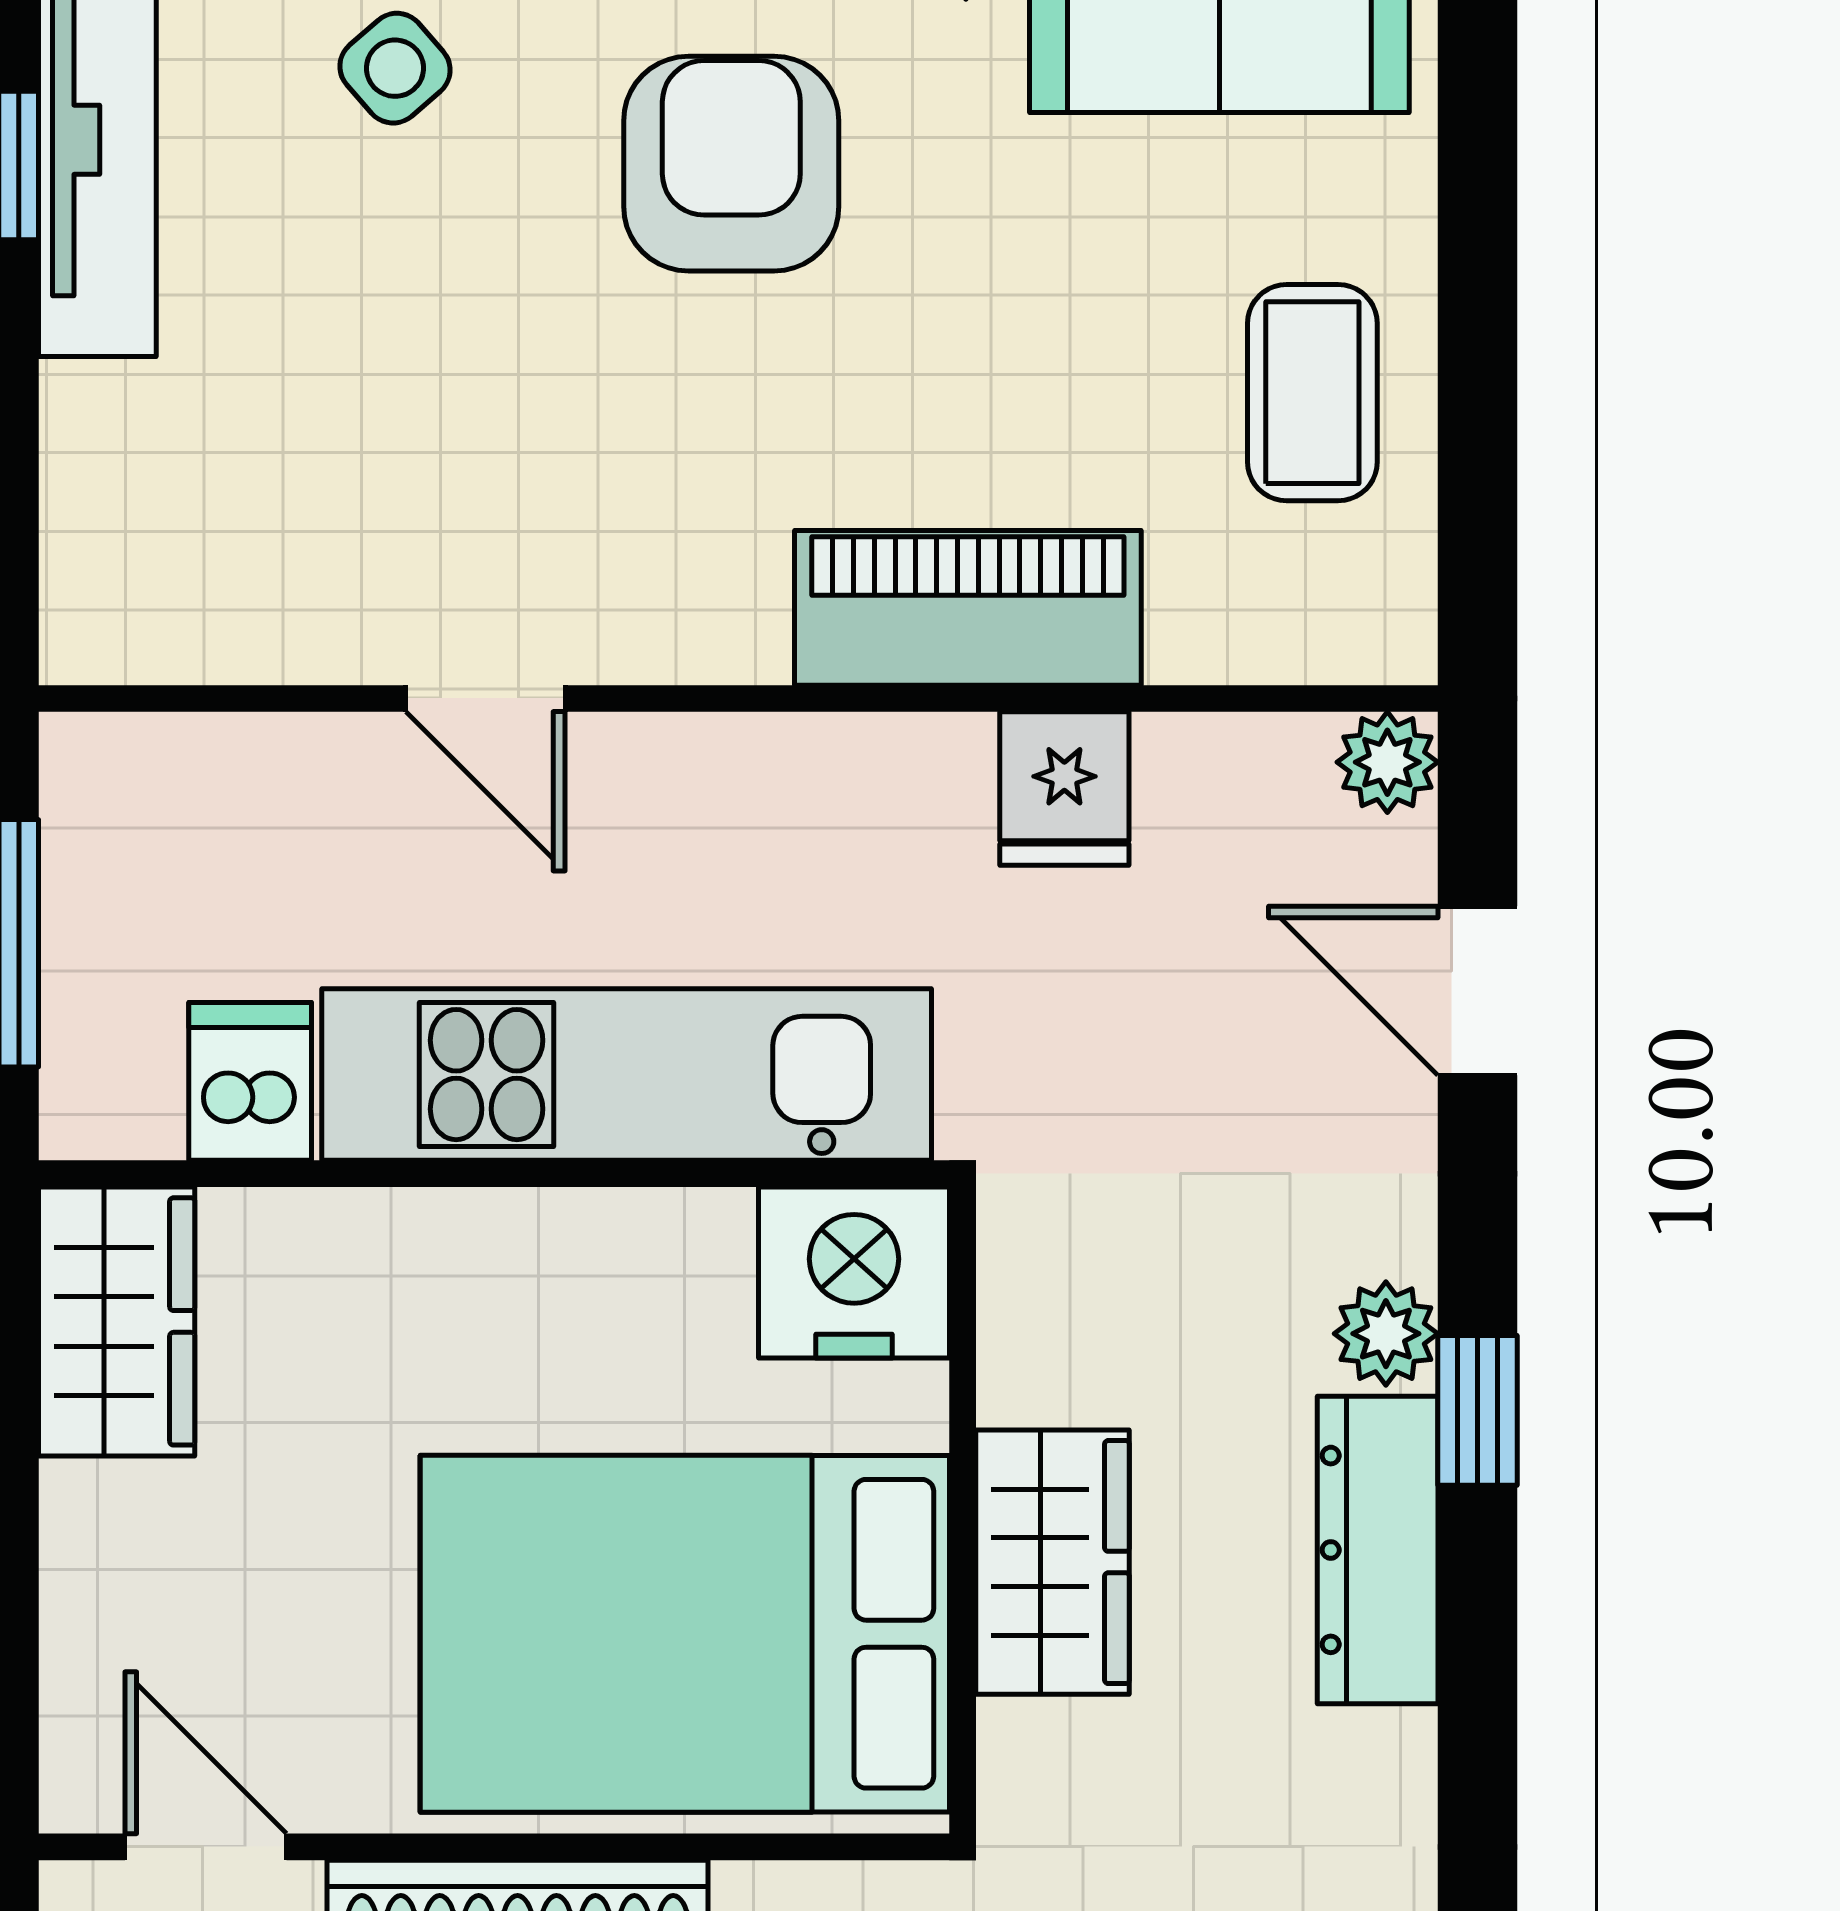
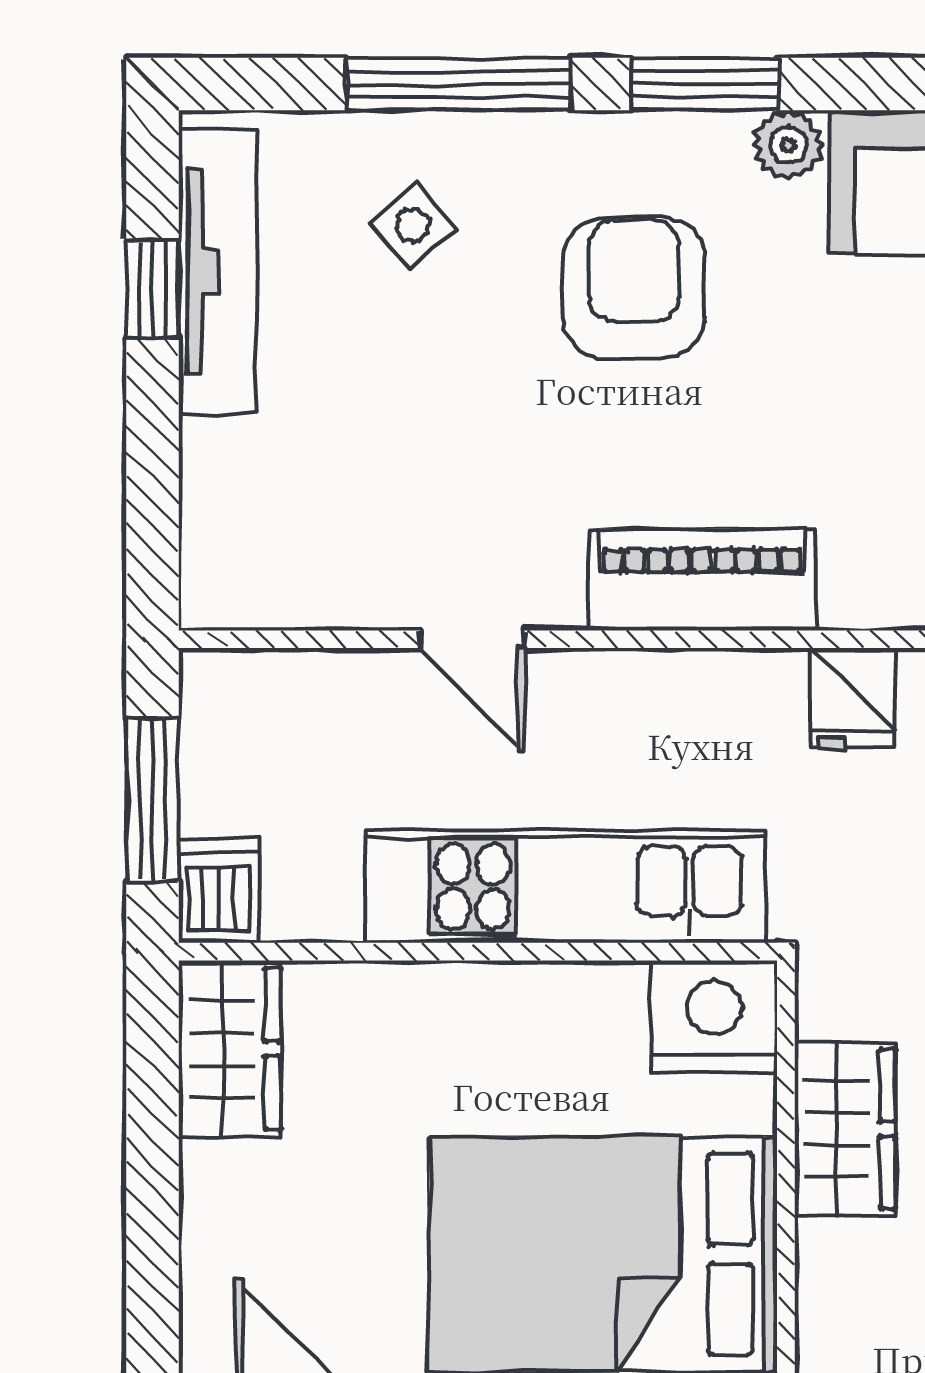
piano: (968, 608) -> (702, 580), moved
dishwasher: (250, 1081) -> (219, 891), moved
wardrobe: (1053, 1562) -> (845, 1129), moved

